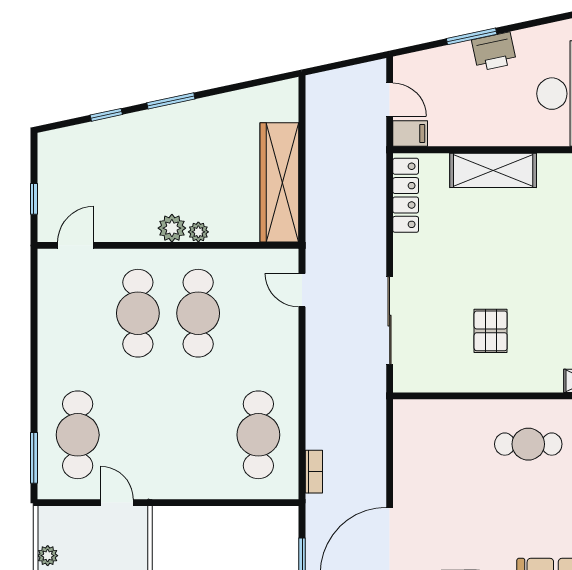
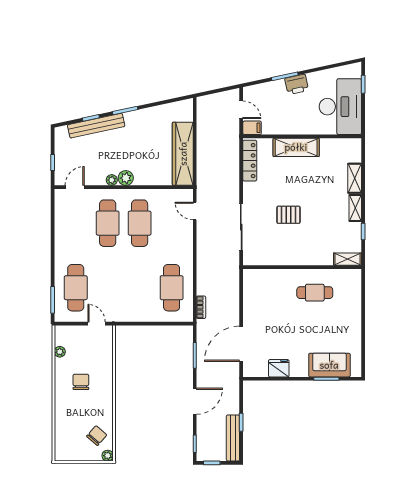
bench: (116, 129) -> (96, 126), added
plant: (198, 232) -> (112, 180), moved
pallet: (491, 331) -> (288, 215), moved, turned 90

